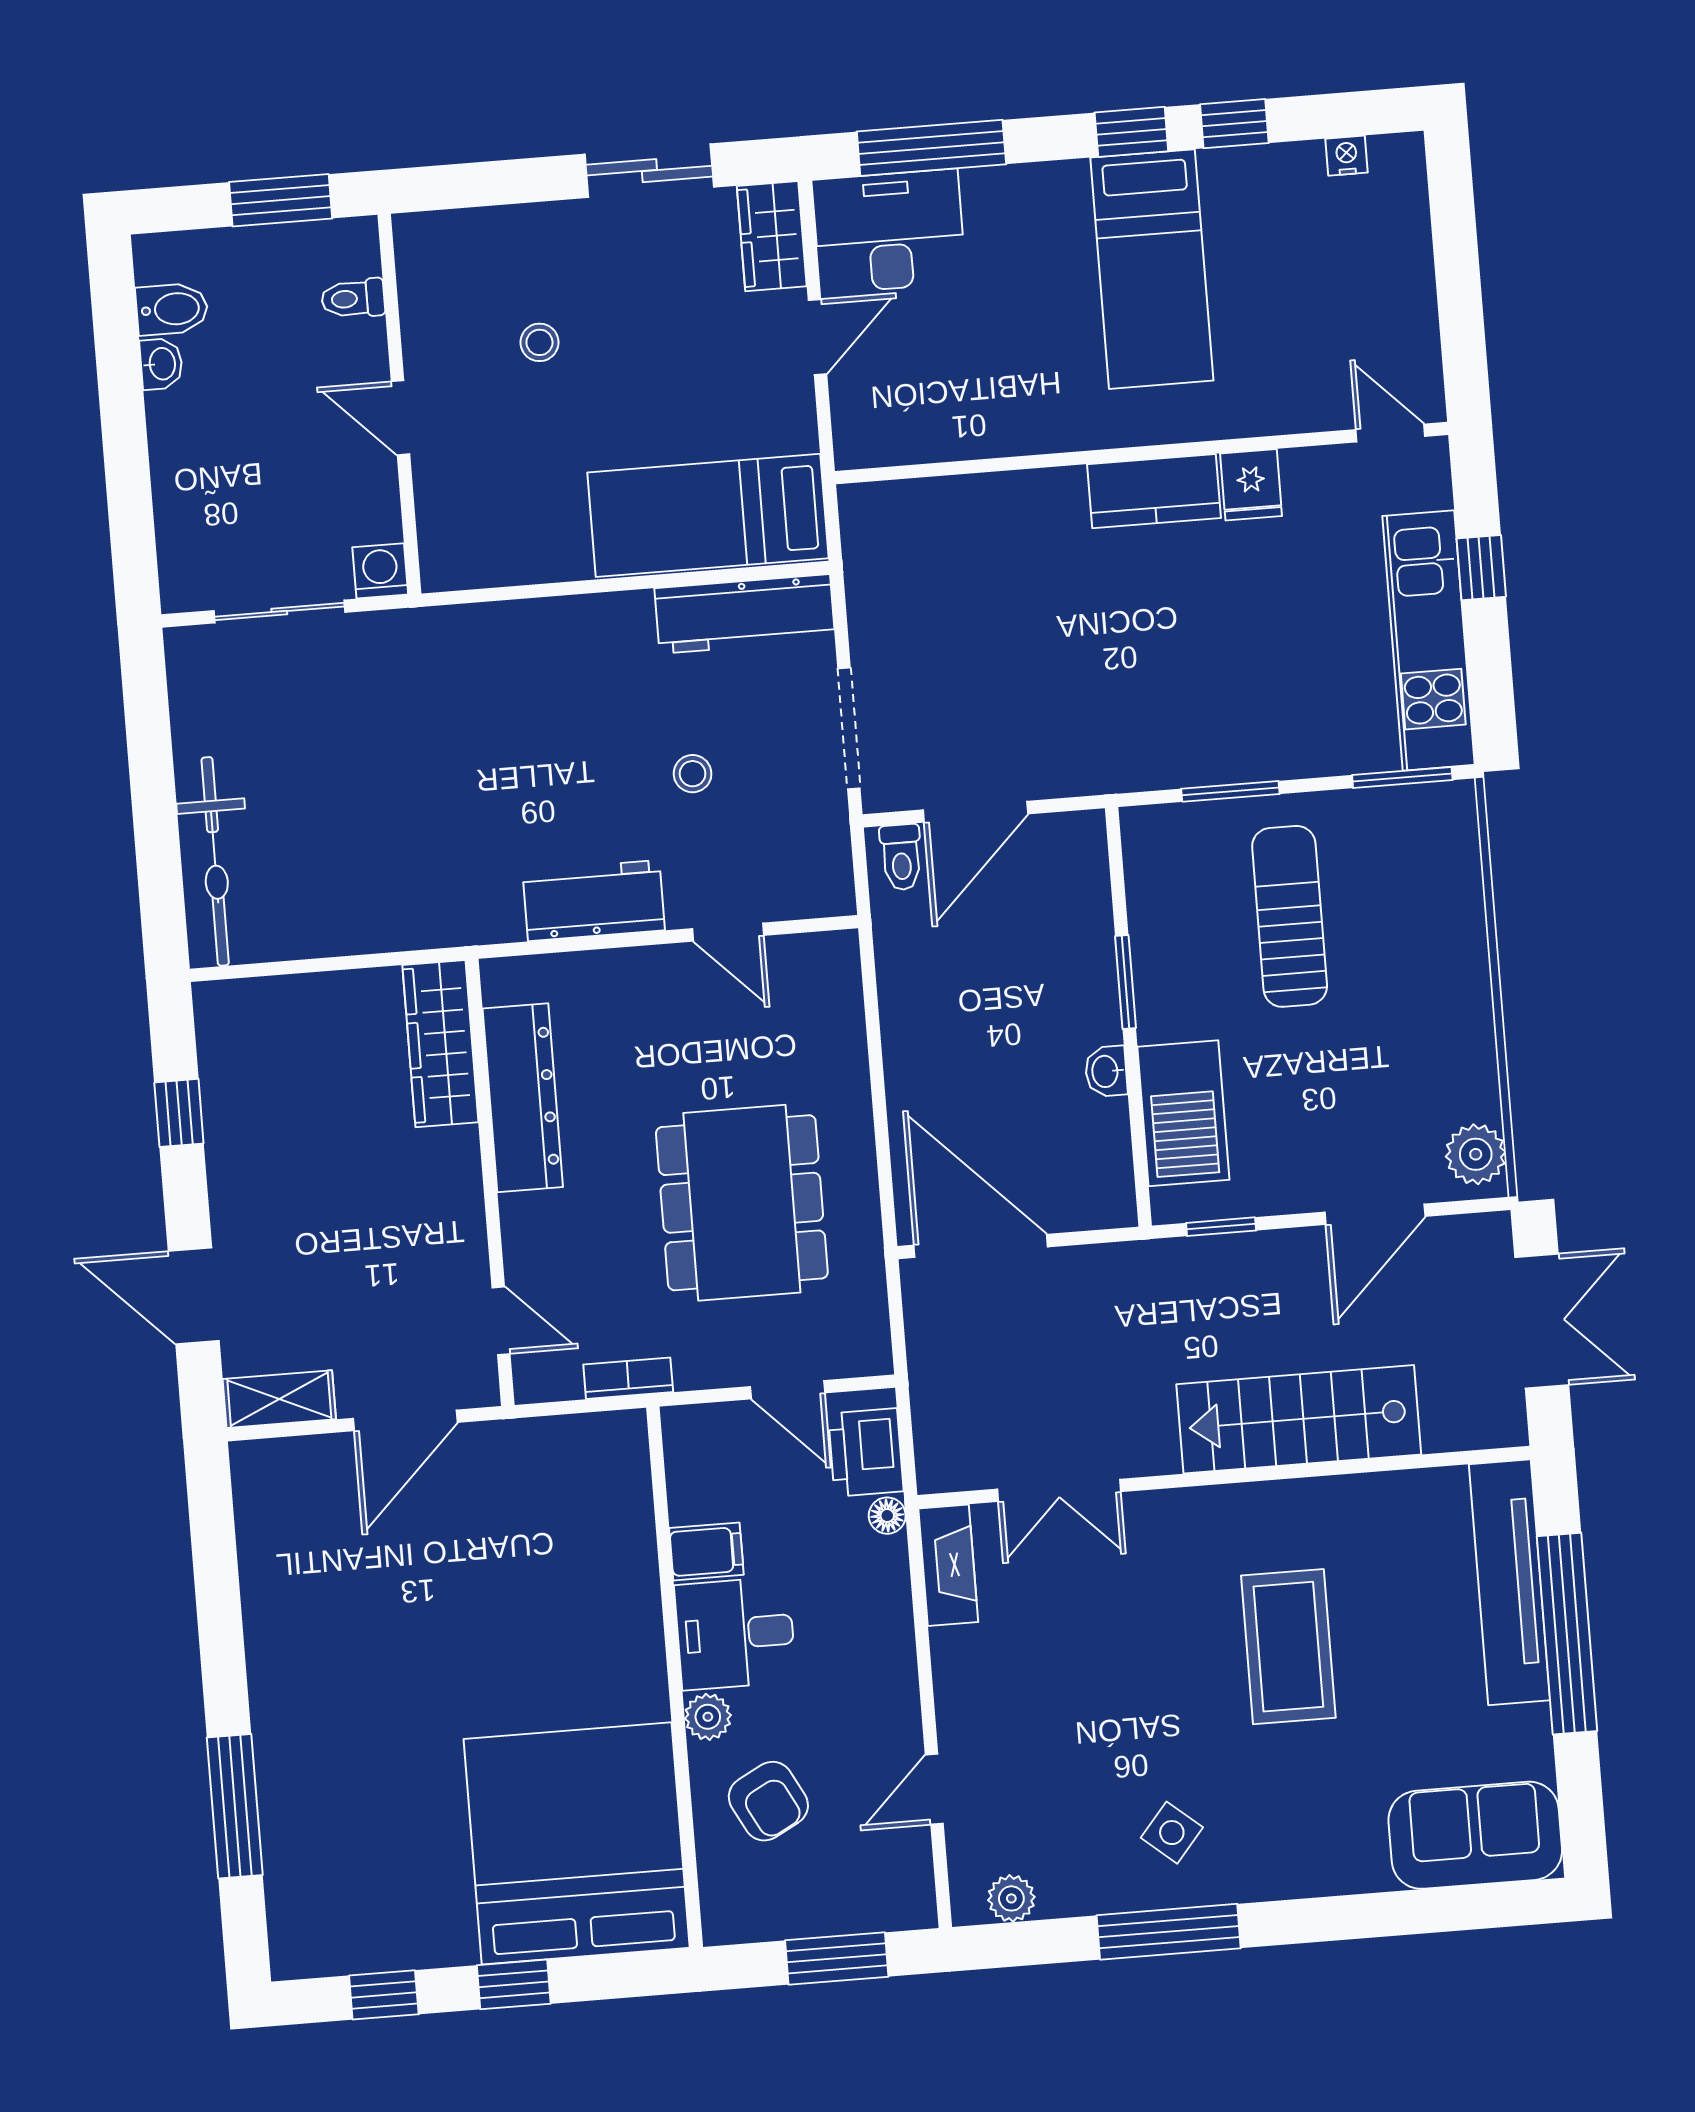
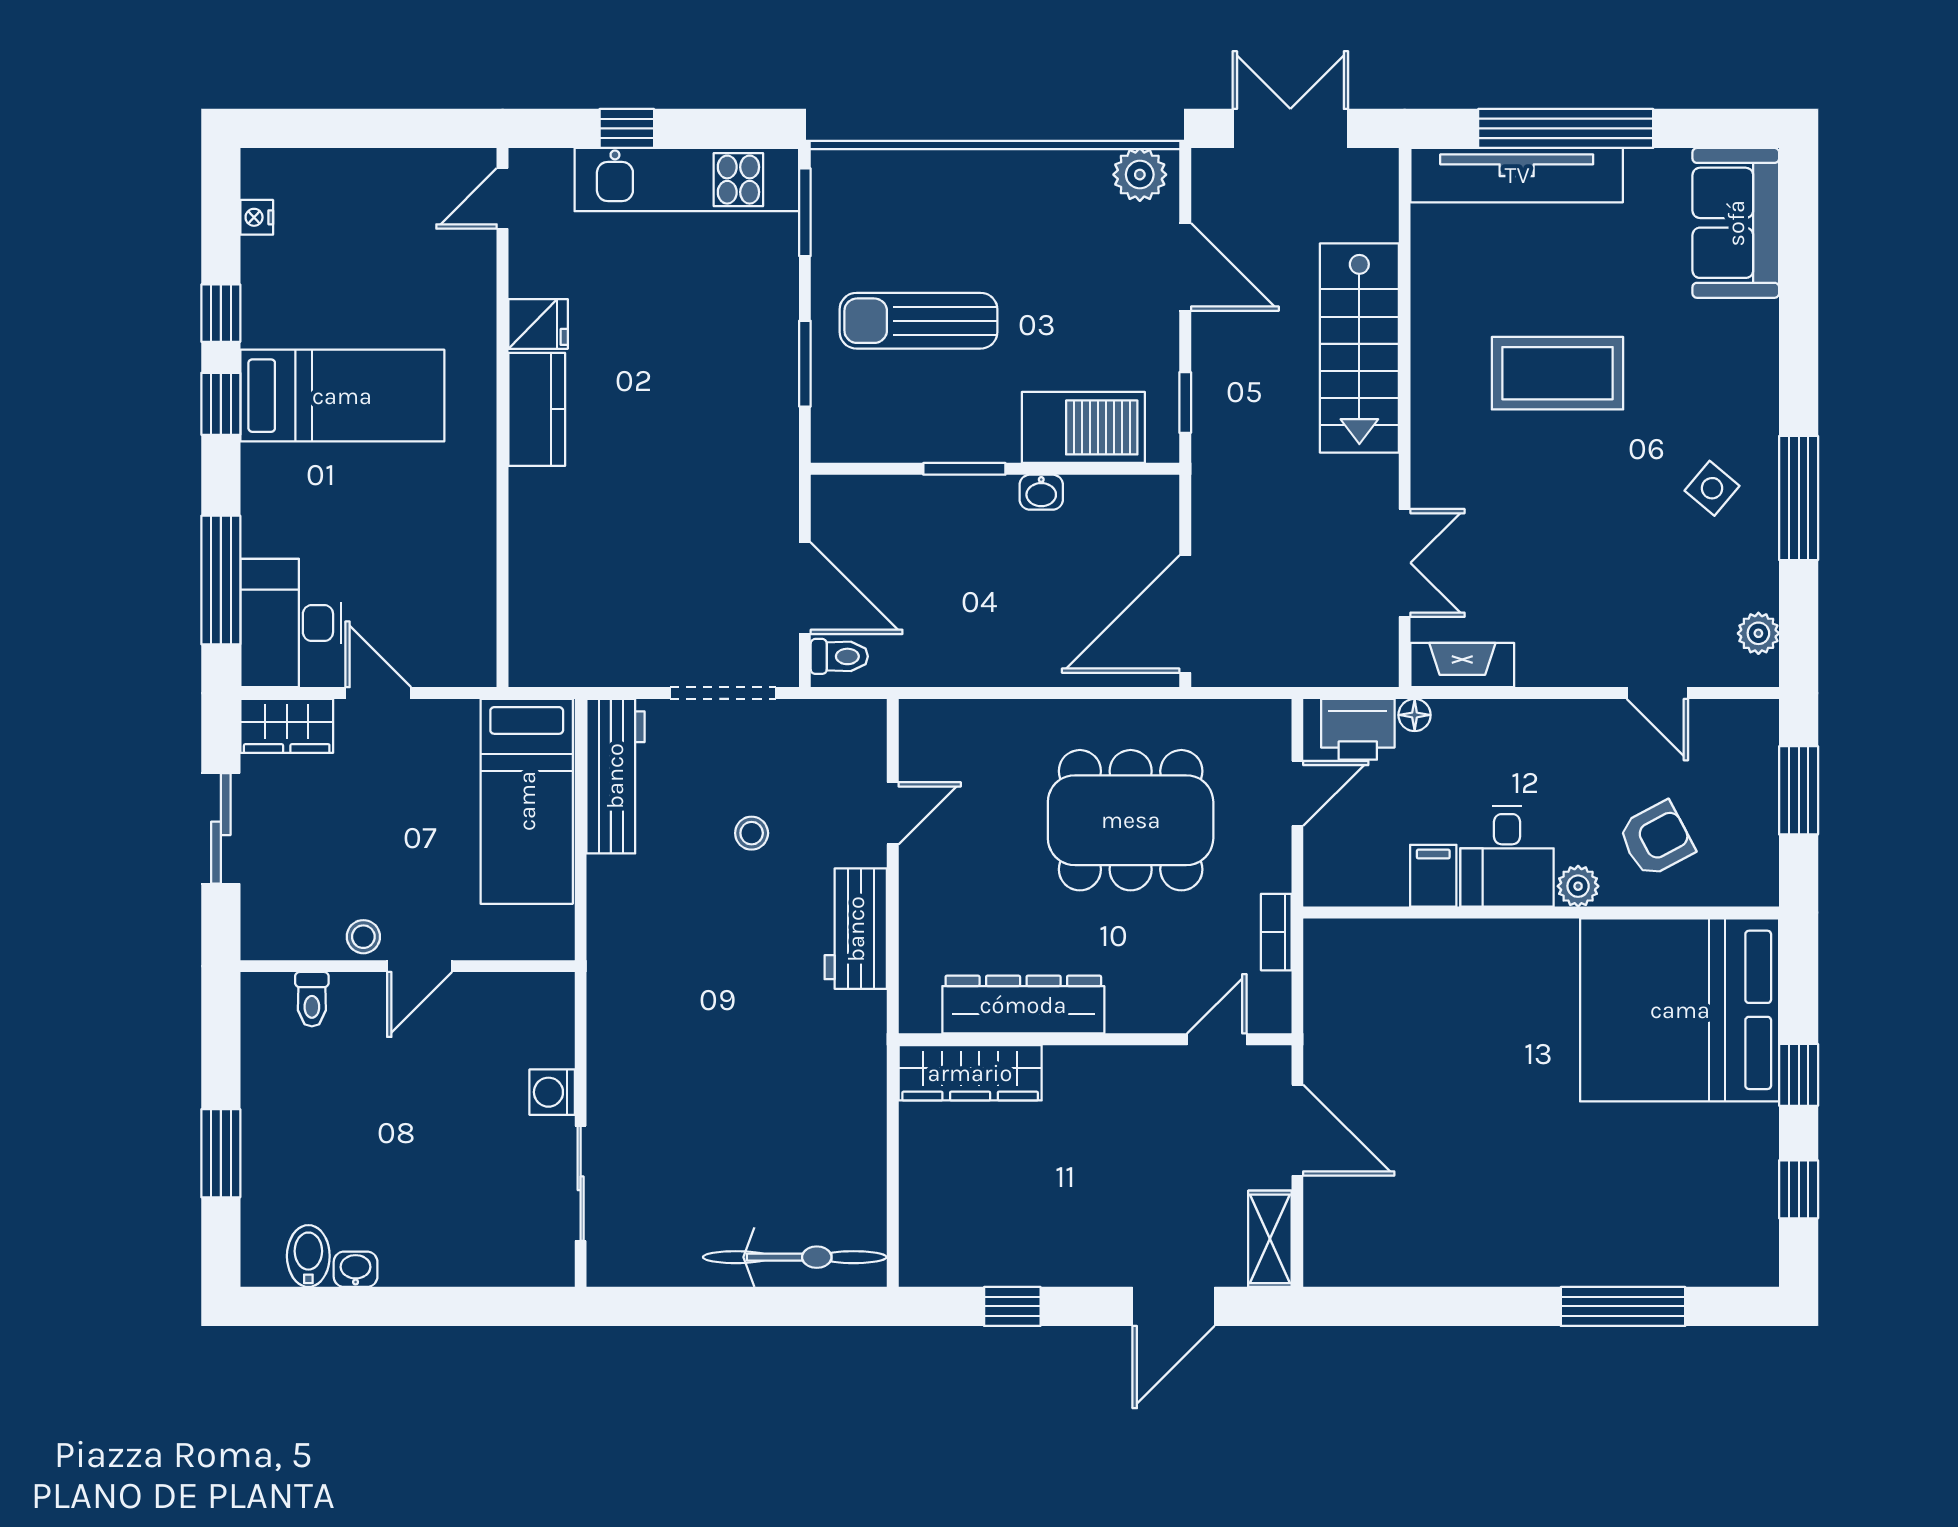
toilet: (353, 299) -> (312, 999), moved
wall: (399, 404) -> (408, 966), moved
door: (401, 418) -> (420, 966), moved

